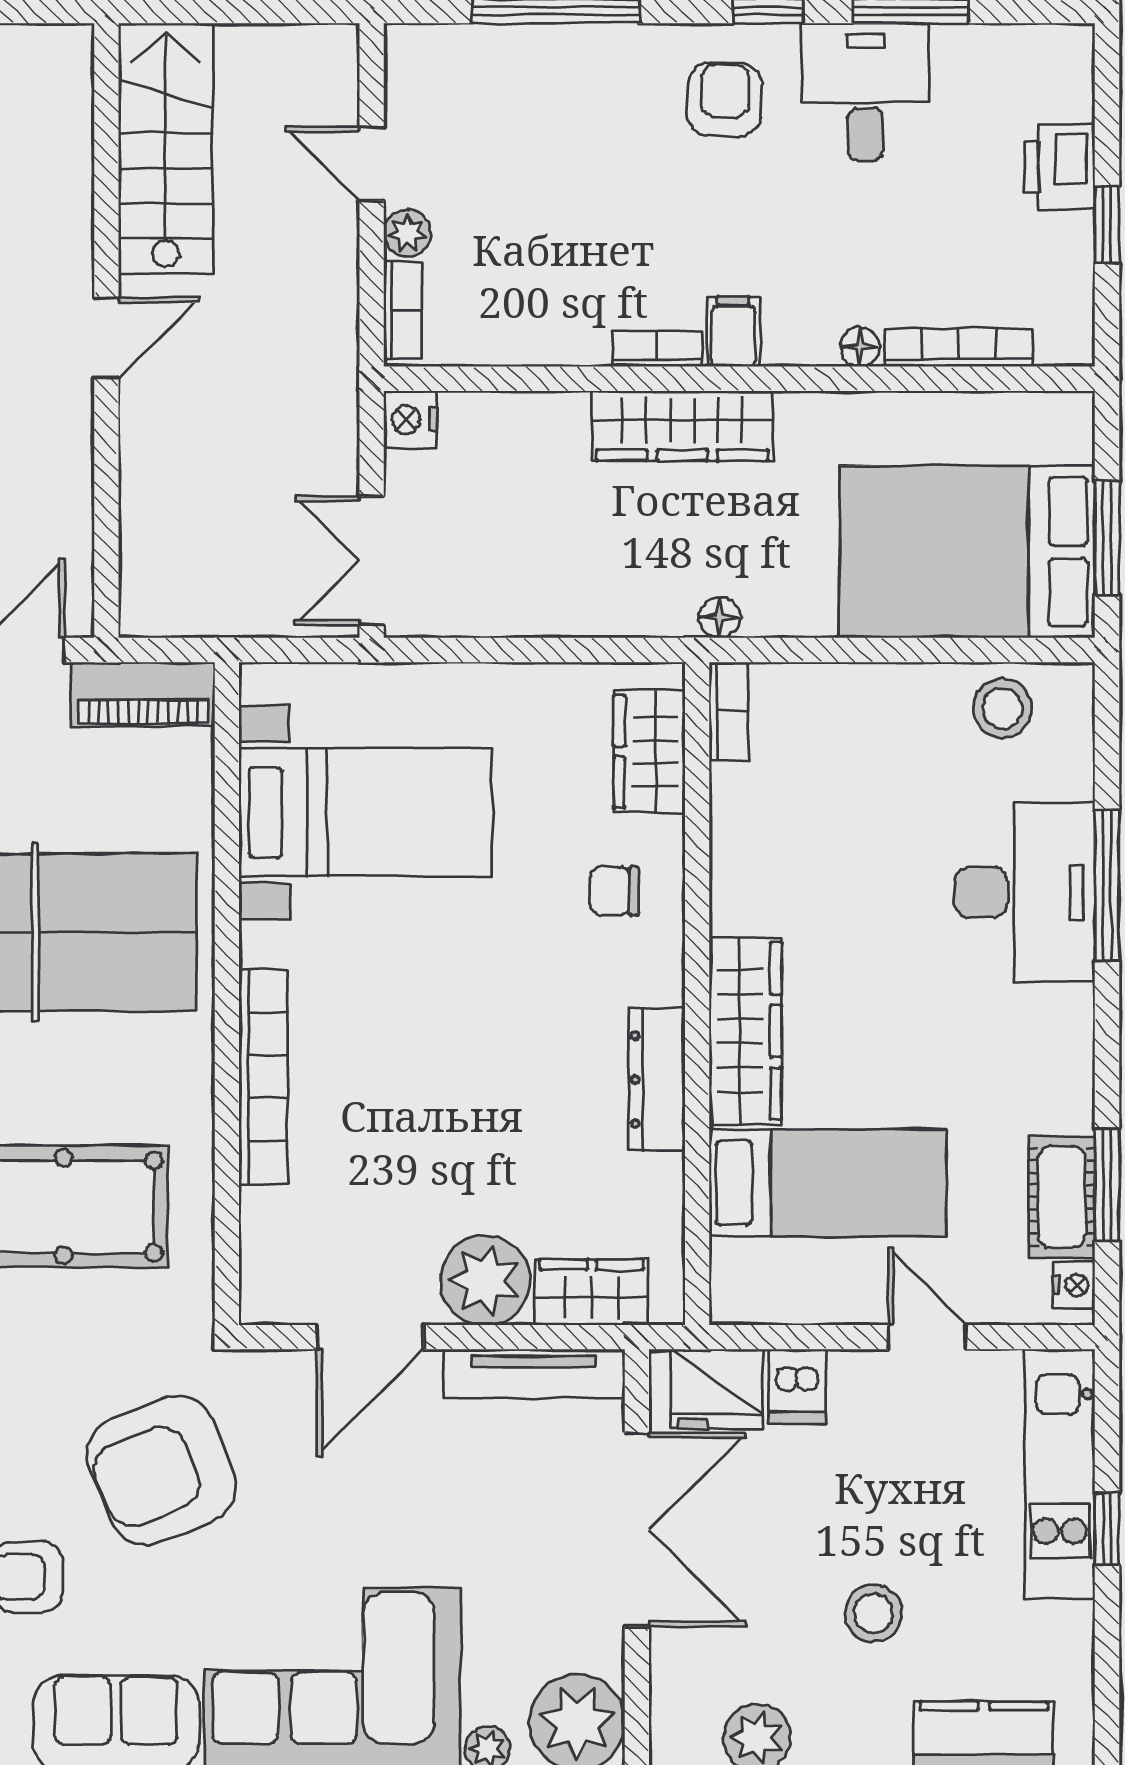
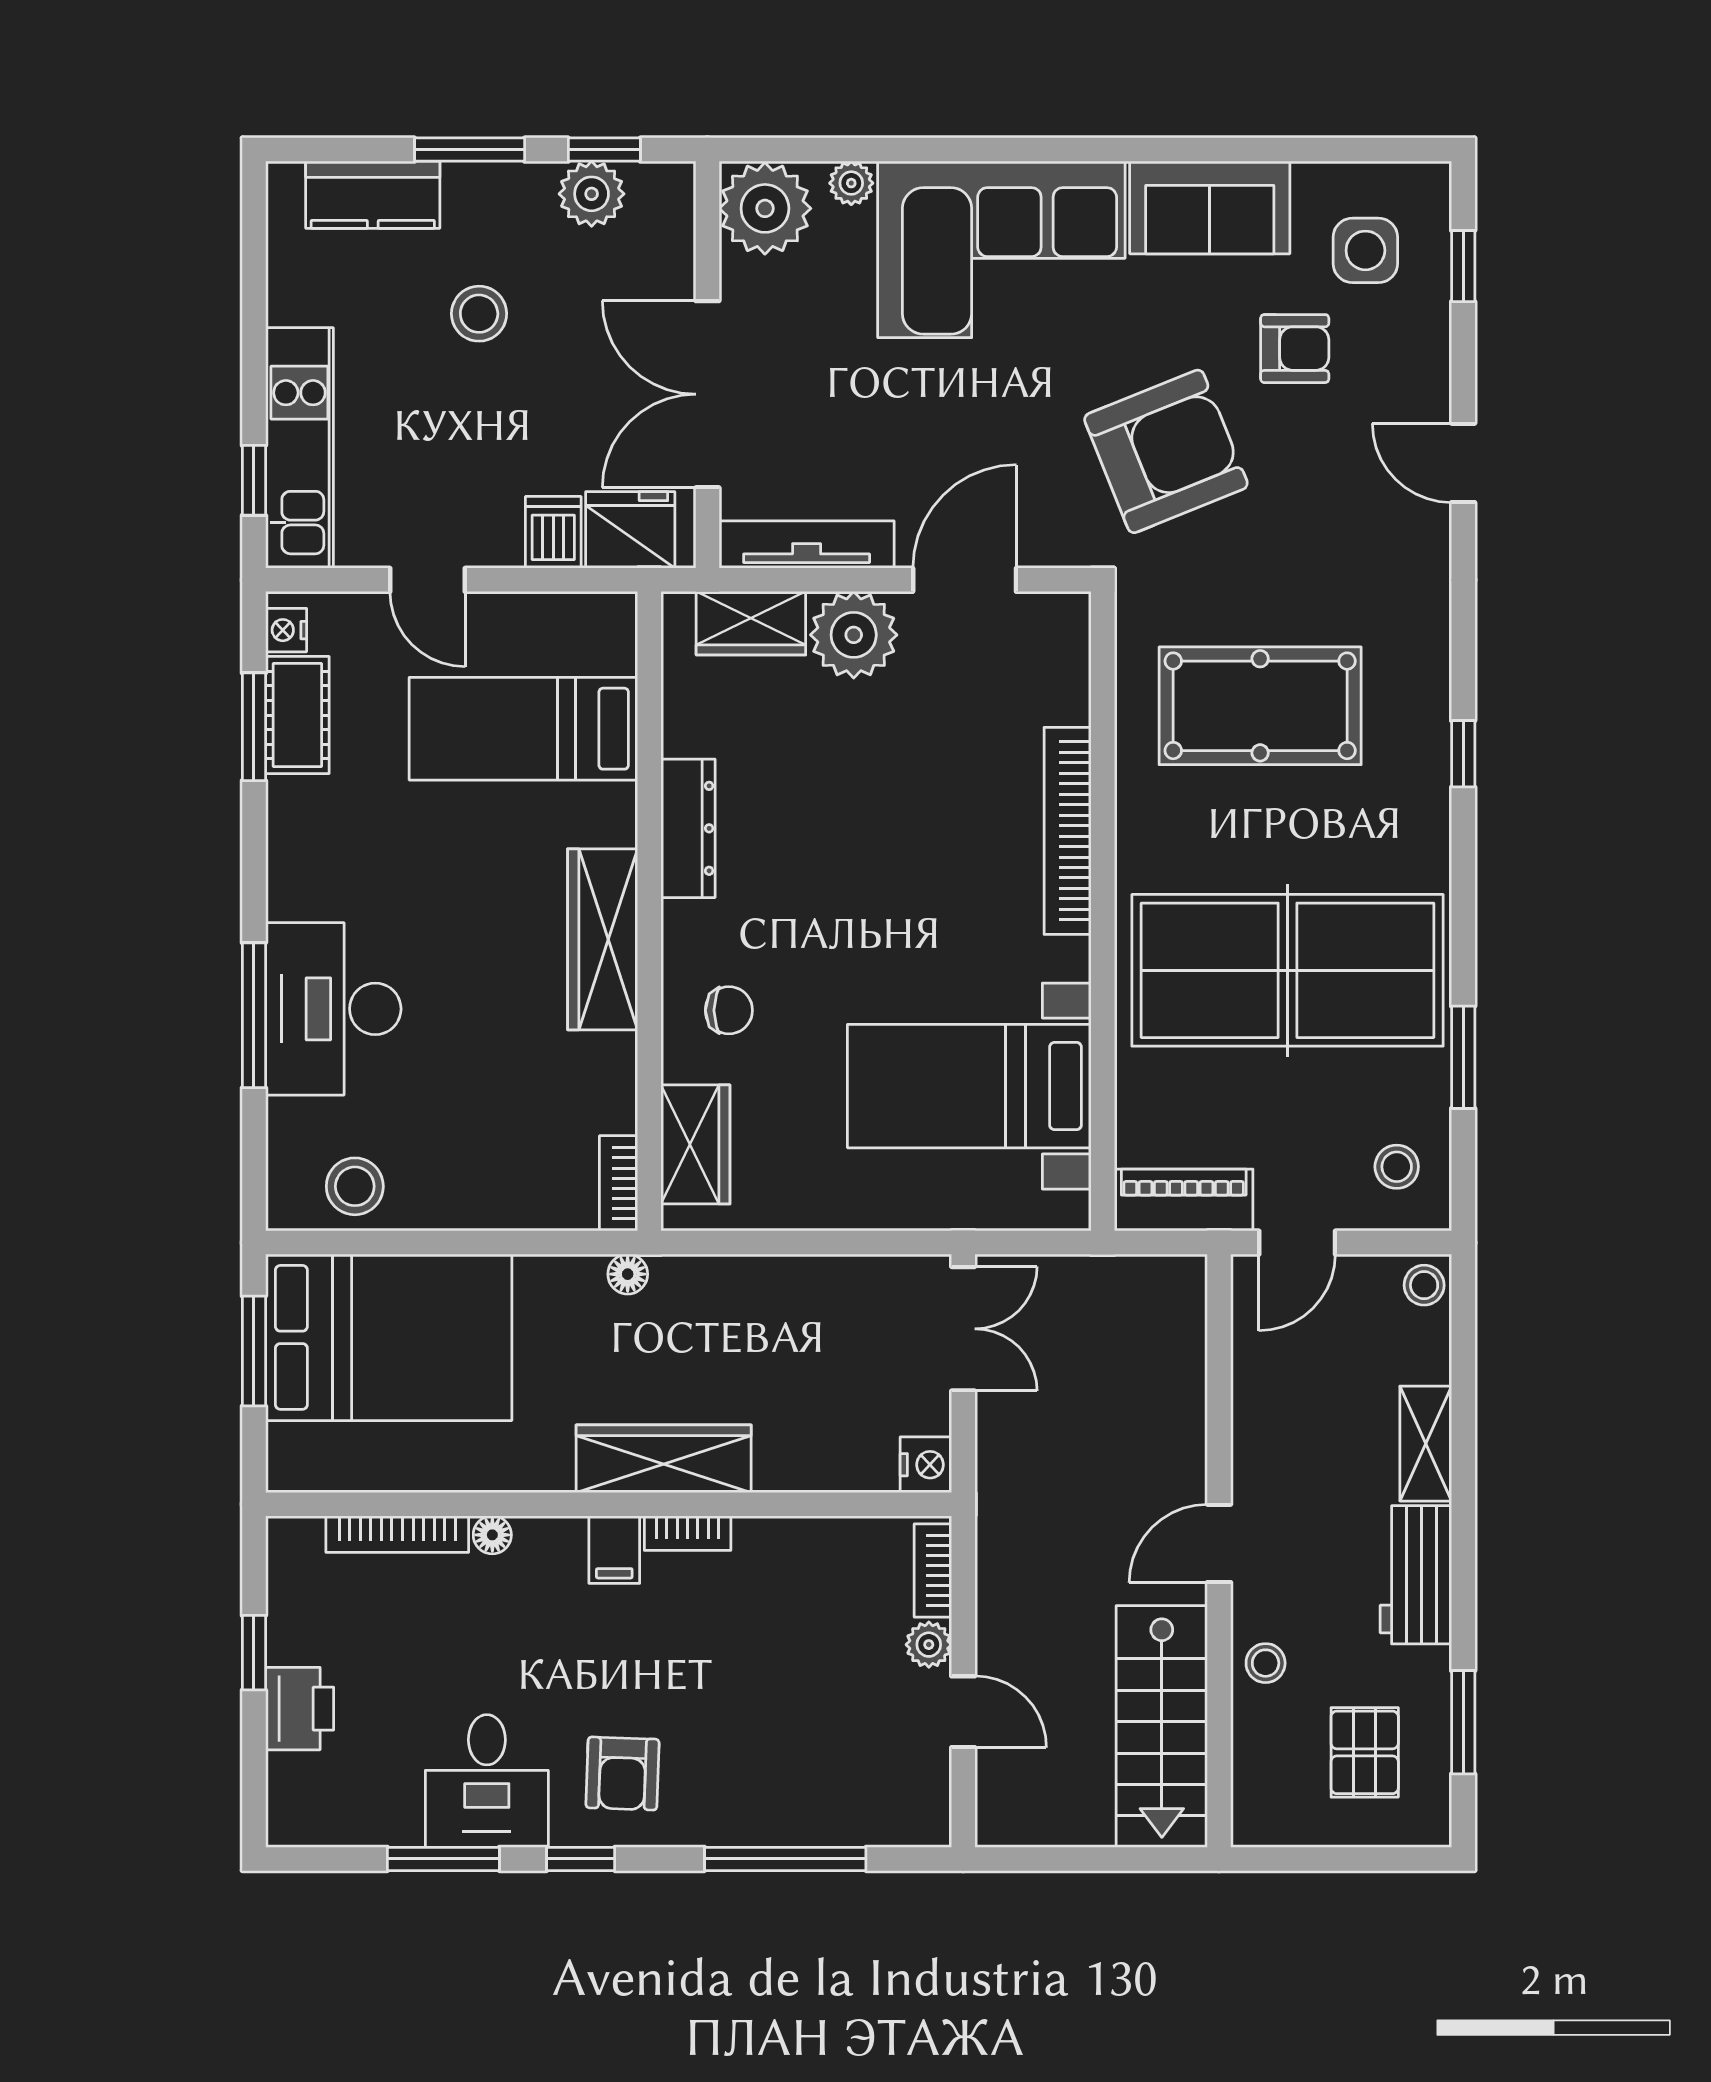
stool: (58, 214) -> (1266, 1663), added
wardrobe: (745, 1031) -> (603, 939), moved
window: (1107, 1529) -> (254, 480), moved

